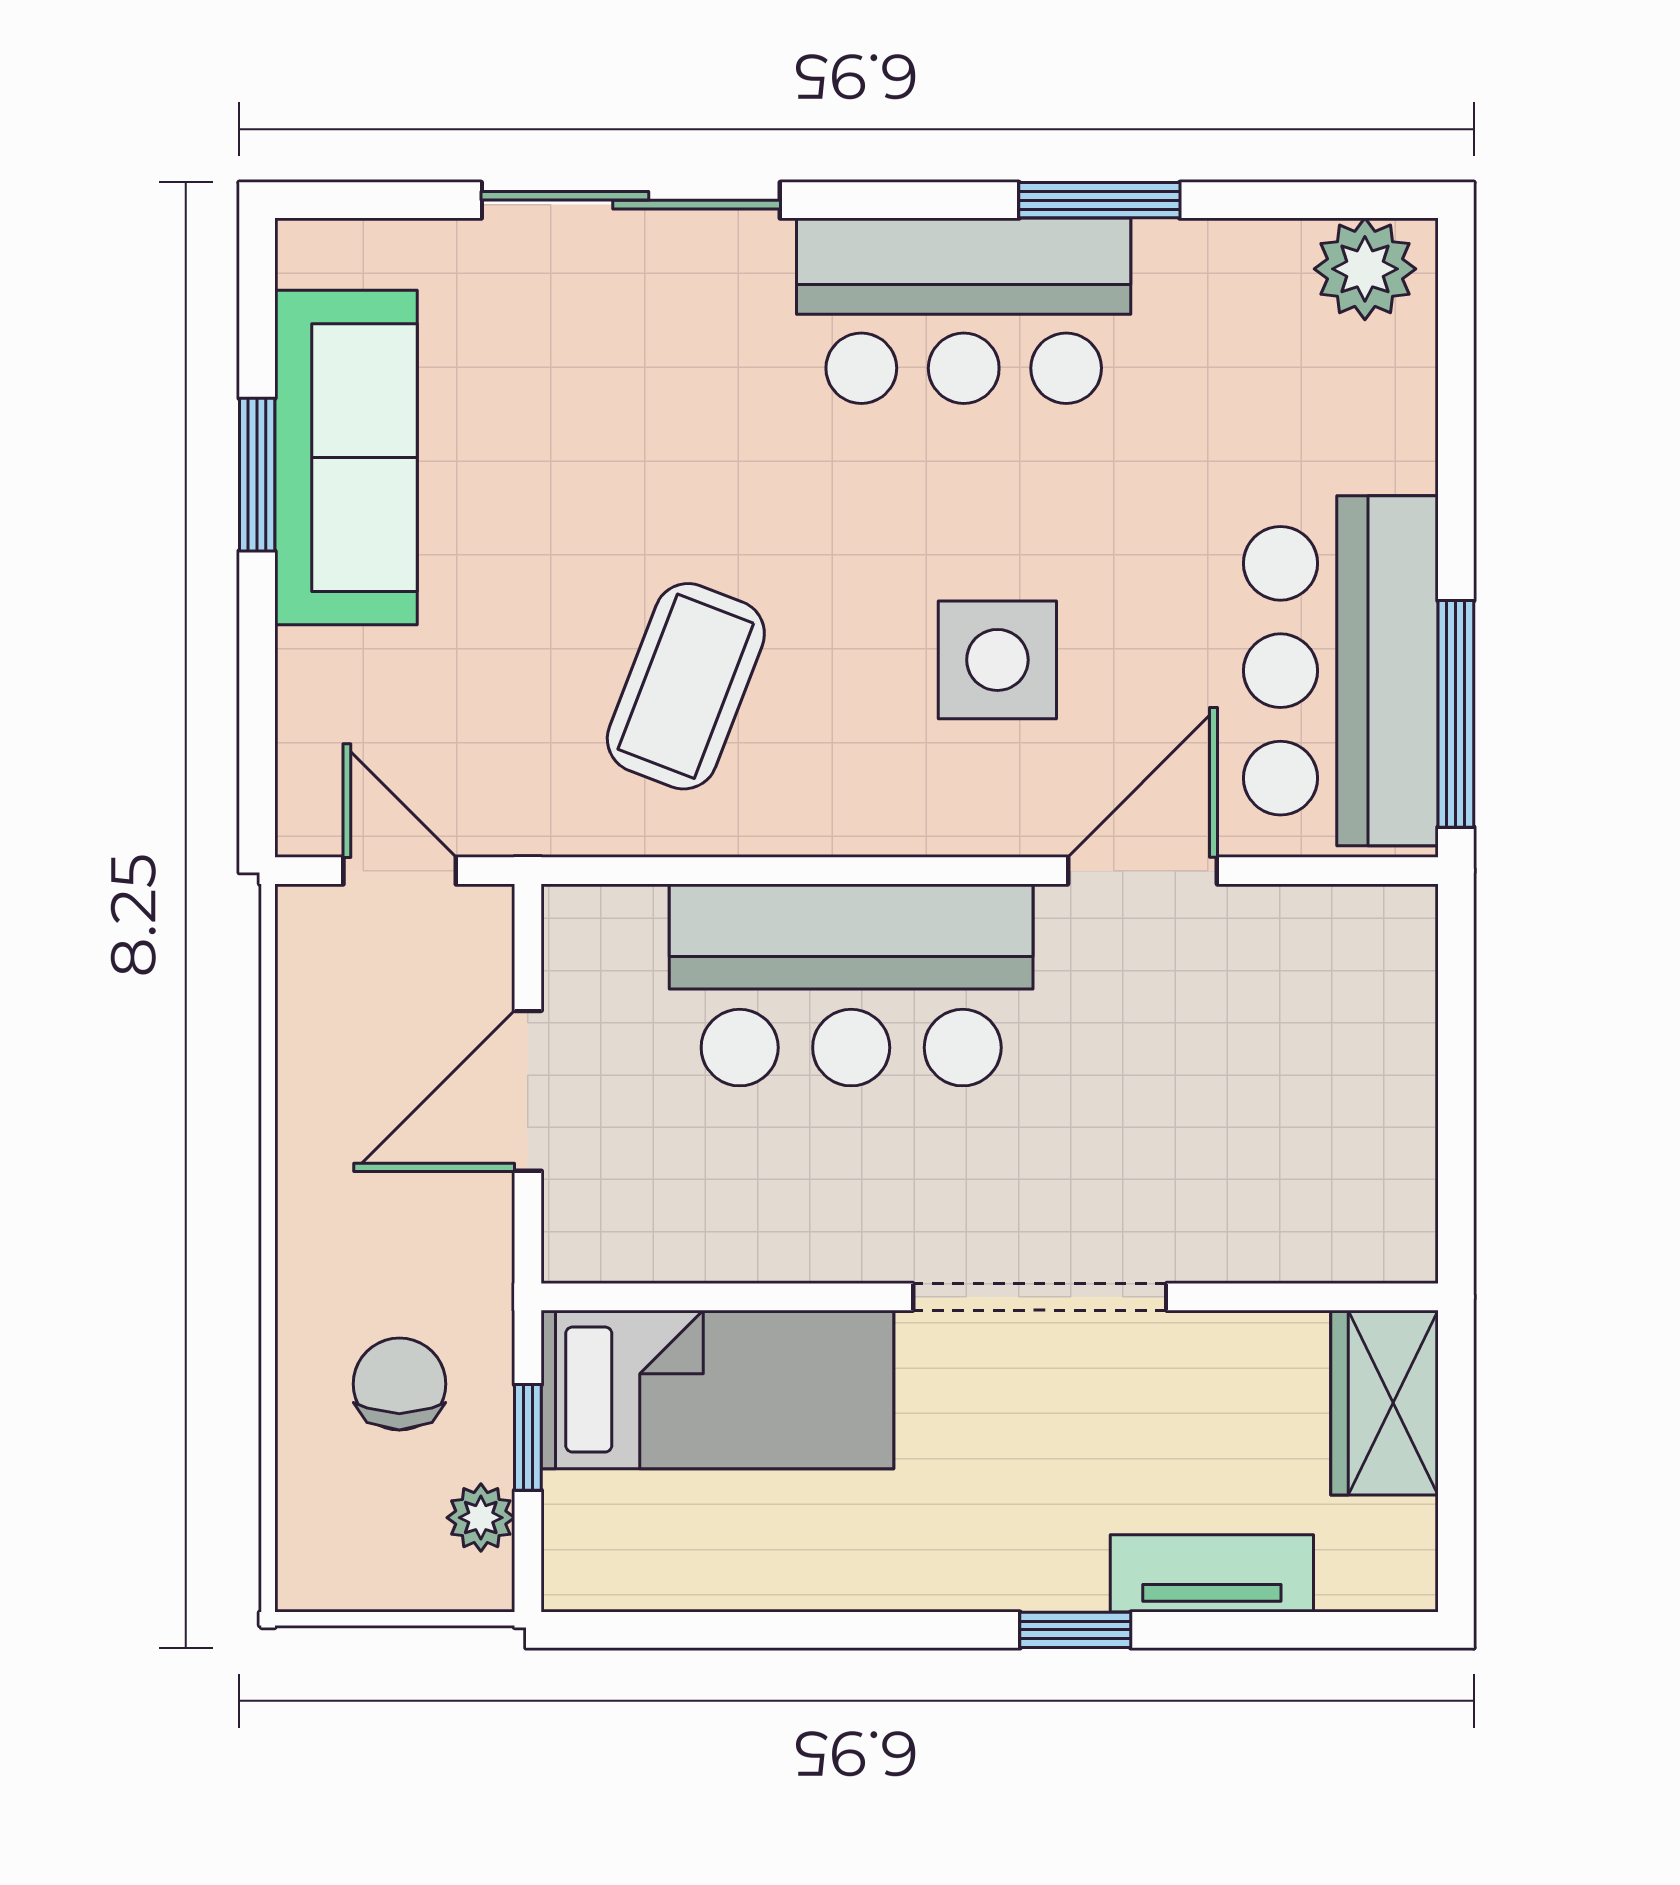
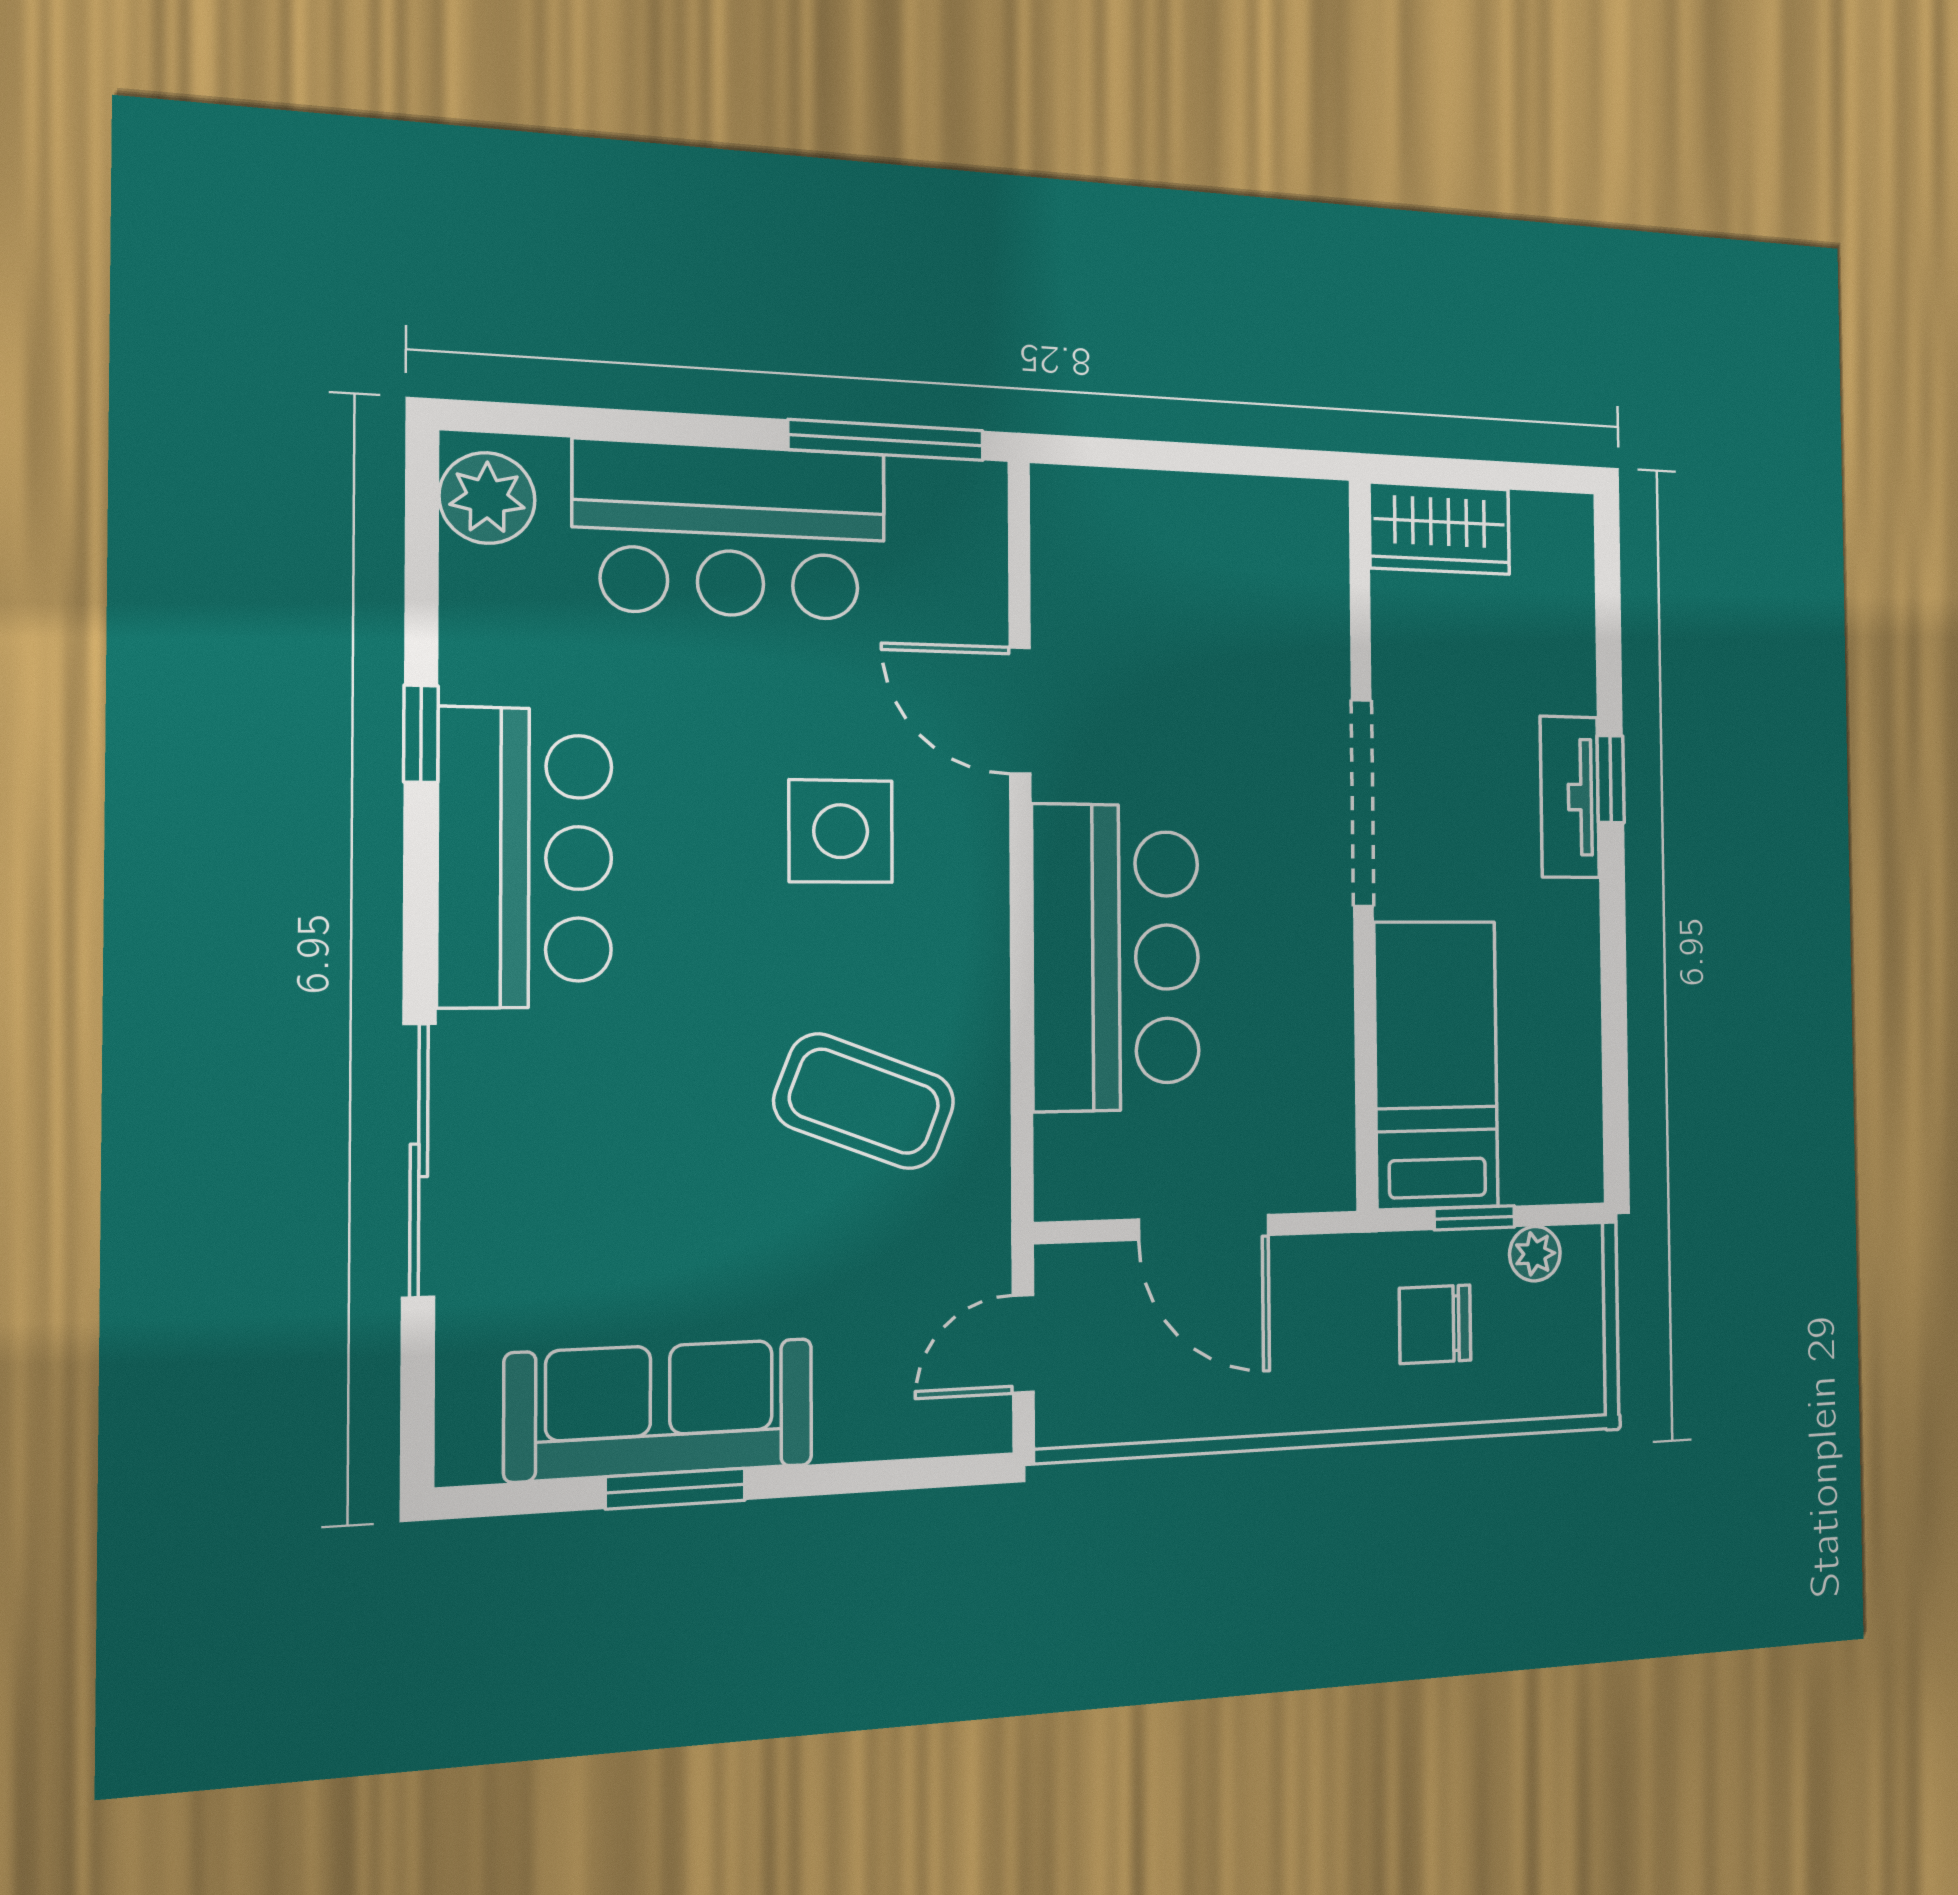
window: (1099, 200) -> (421, 734), width x0.67
bar counter: (1341, 671) -> (731, 531), moved
tv unit: (1212, 1573) -> (1570, 797), moved

